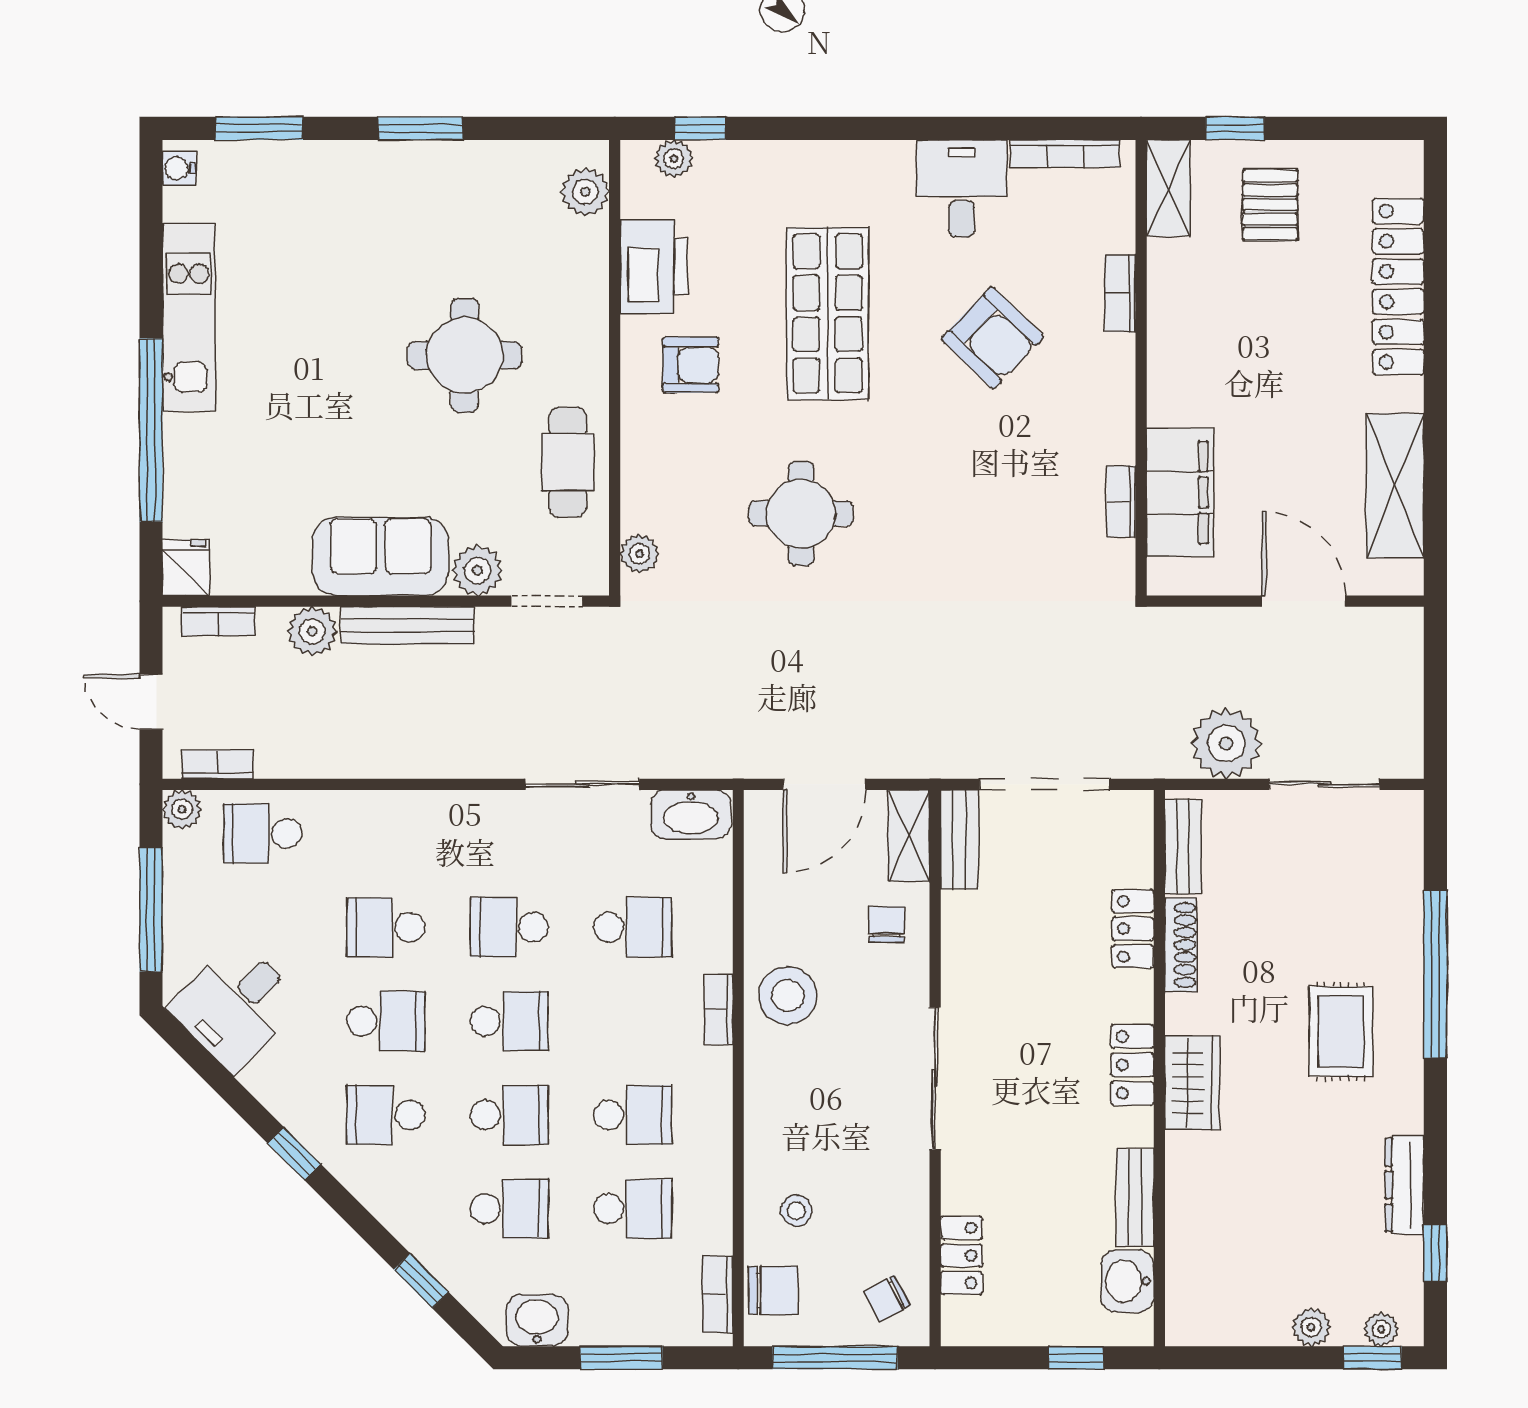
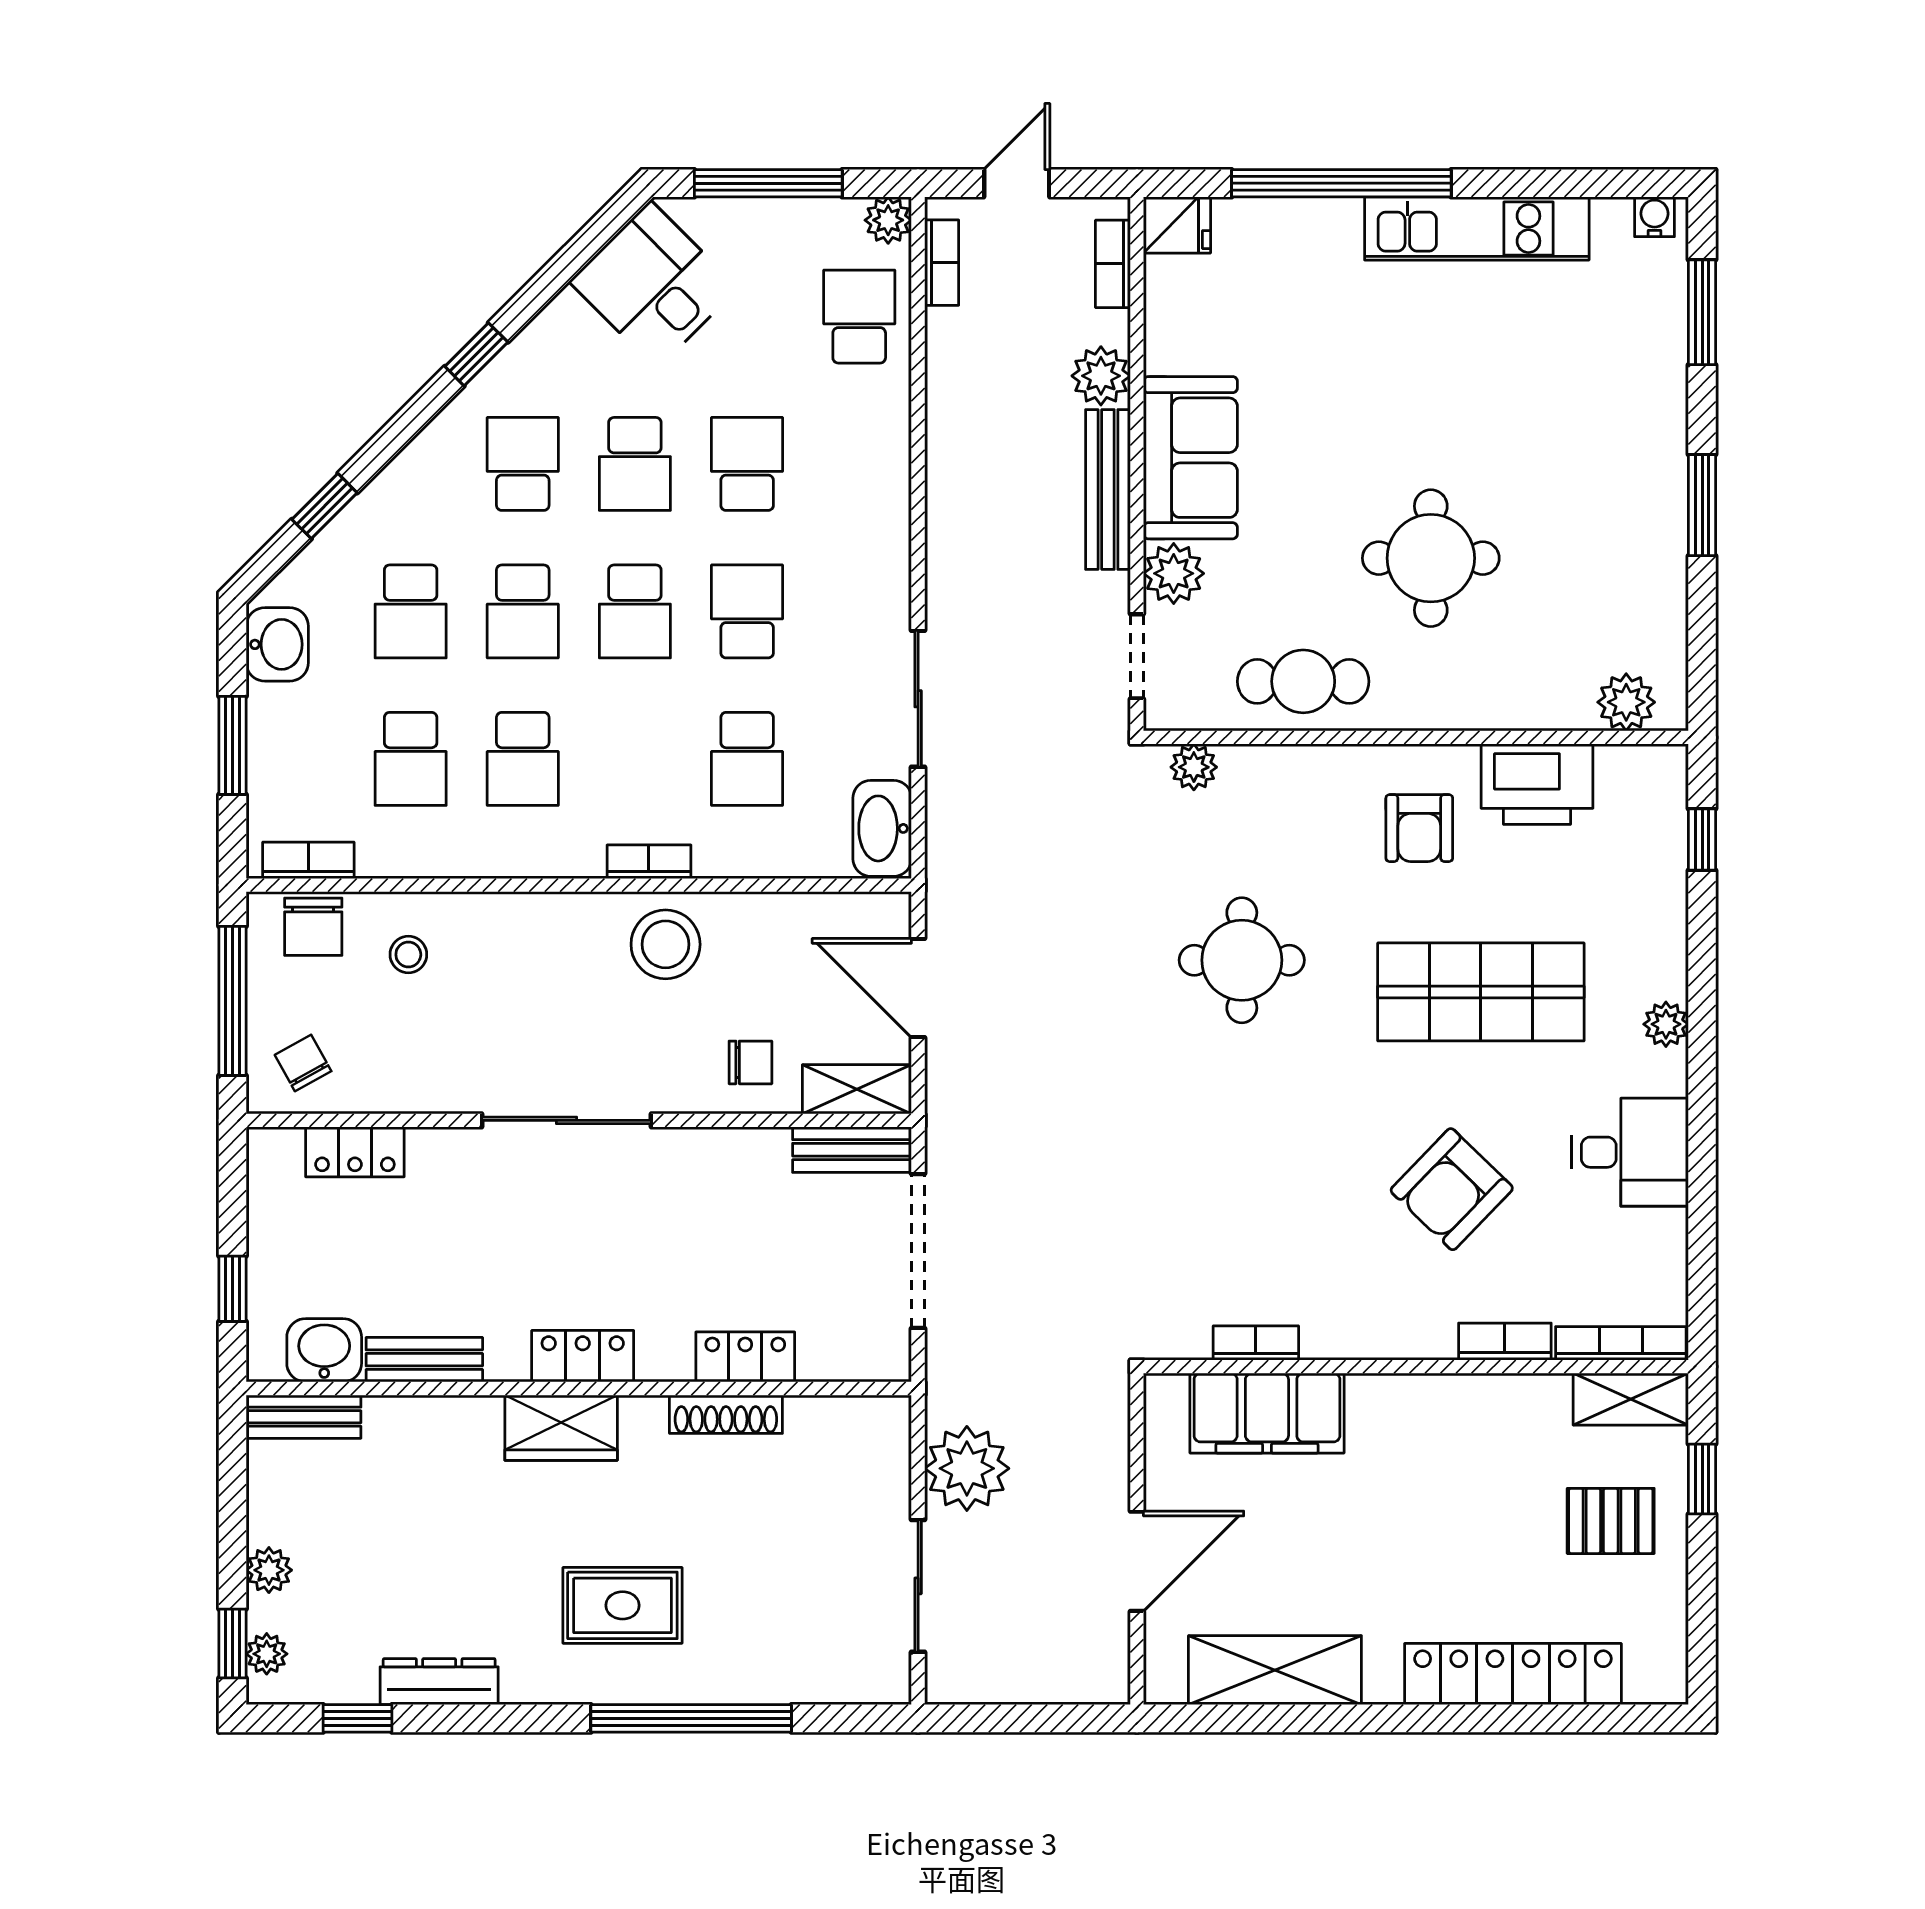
bookcase: (1065, 154) -> (1621, 1343), moved, turned 90
plant: (674, 159) -> (1666, 1024), moved
bench: (1183, 847) -> (304, 1417), moved

